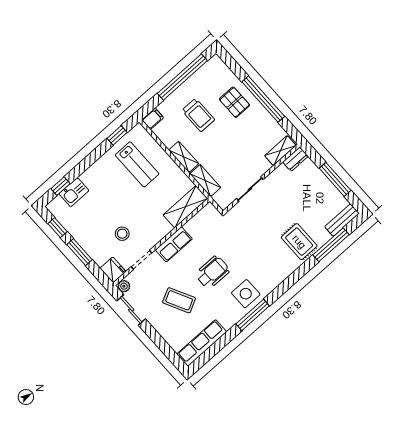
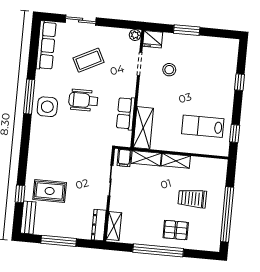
filing cabinet: (153, 119) -> (124, 158), moved
dresser: (295, 159) -> (99, 225), width x1.44
window: (60, 186) -> (240, 82), moved
kitchen sink: (74, 192) -> (228, 68), removed
window: (58, 228) -> (217, 33), removed
rug: (299, 242) -> (50, 191), moved
row of seats: (174, 244) -> (126, 113), moved
window: (331, 245) -> (20, 194), width x0.46
wheelchair: (212, 272) -> (83, 100), turned 90
sliding door: (131, 310) -> (81, 20), moved

